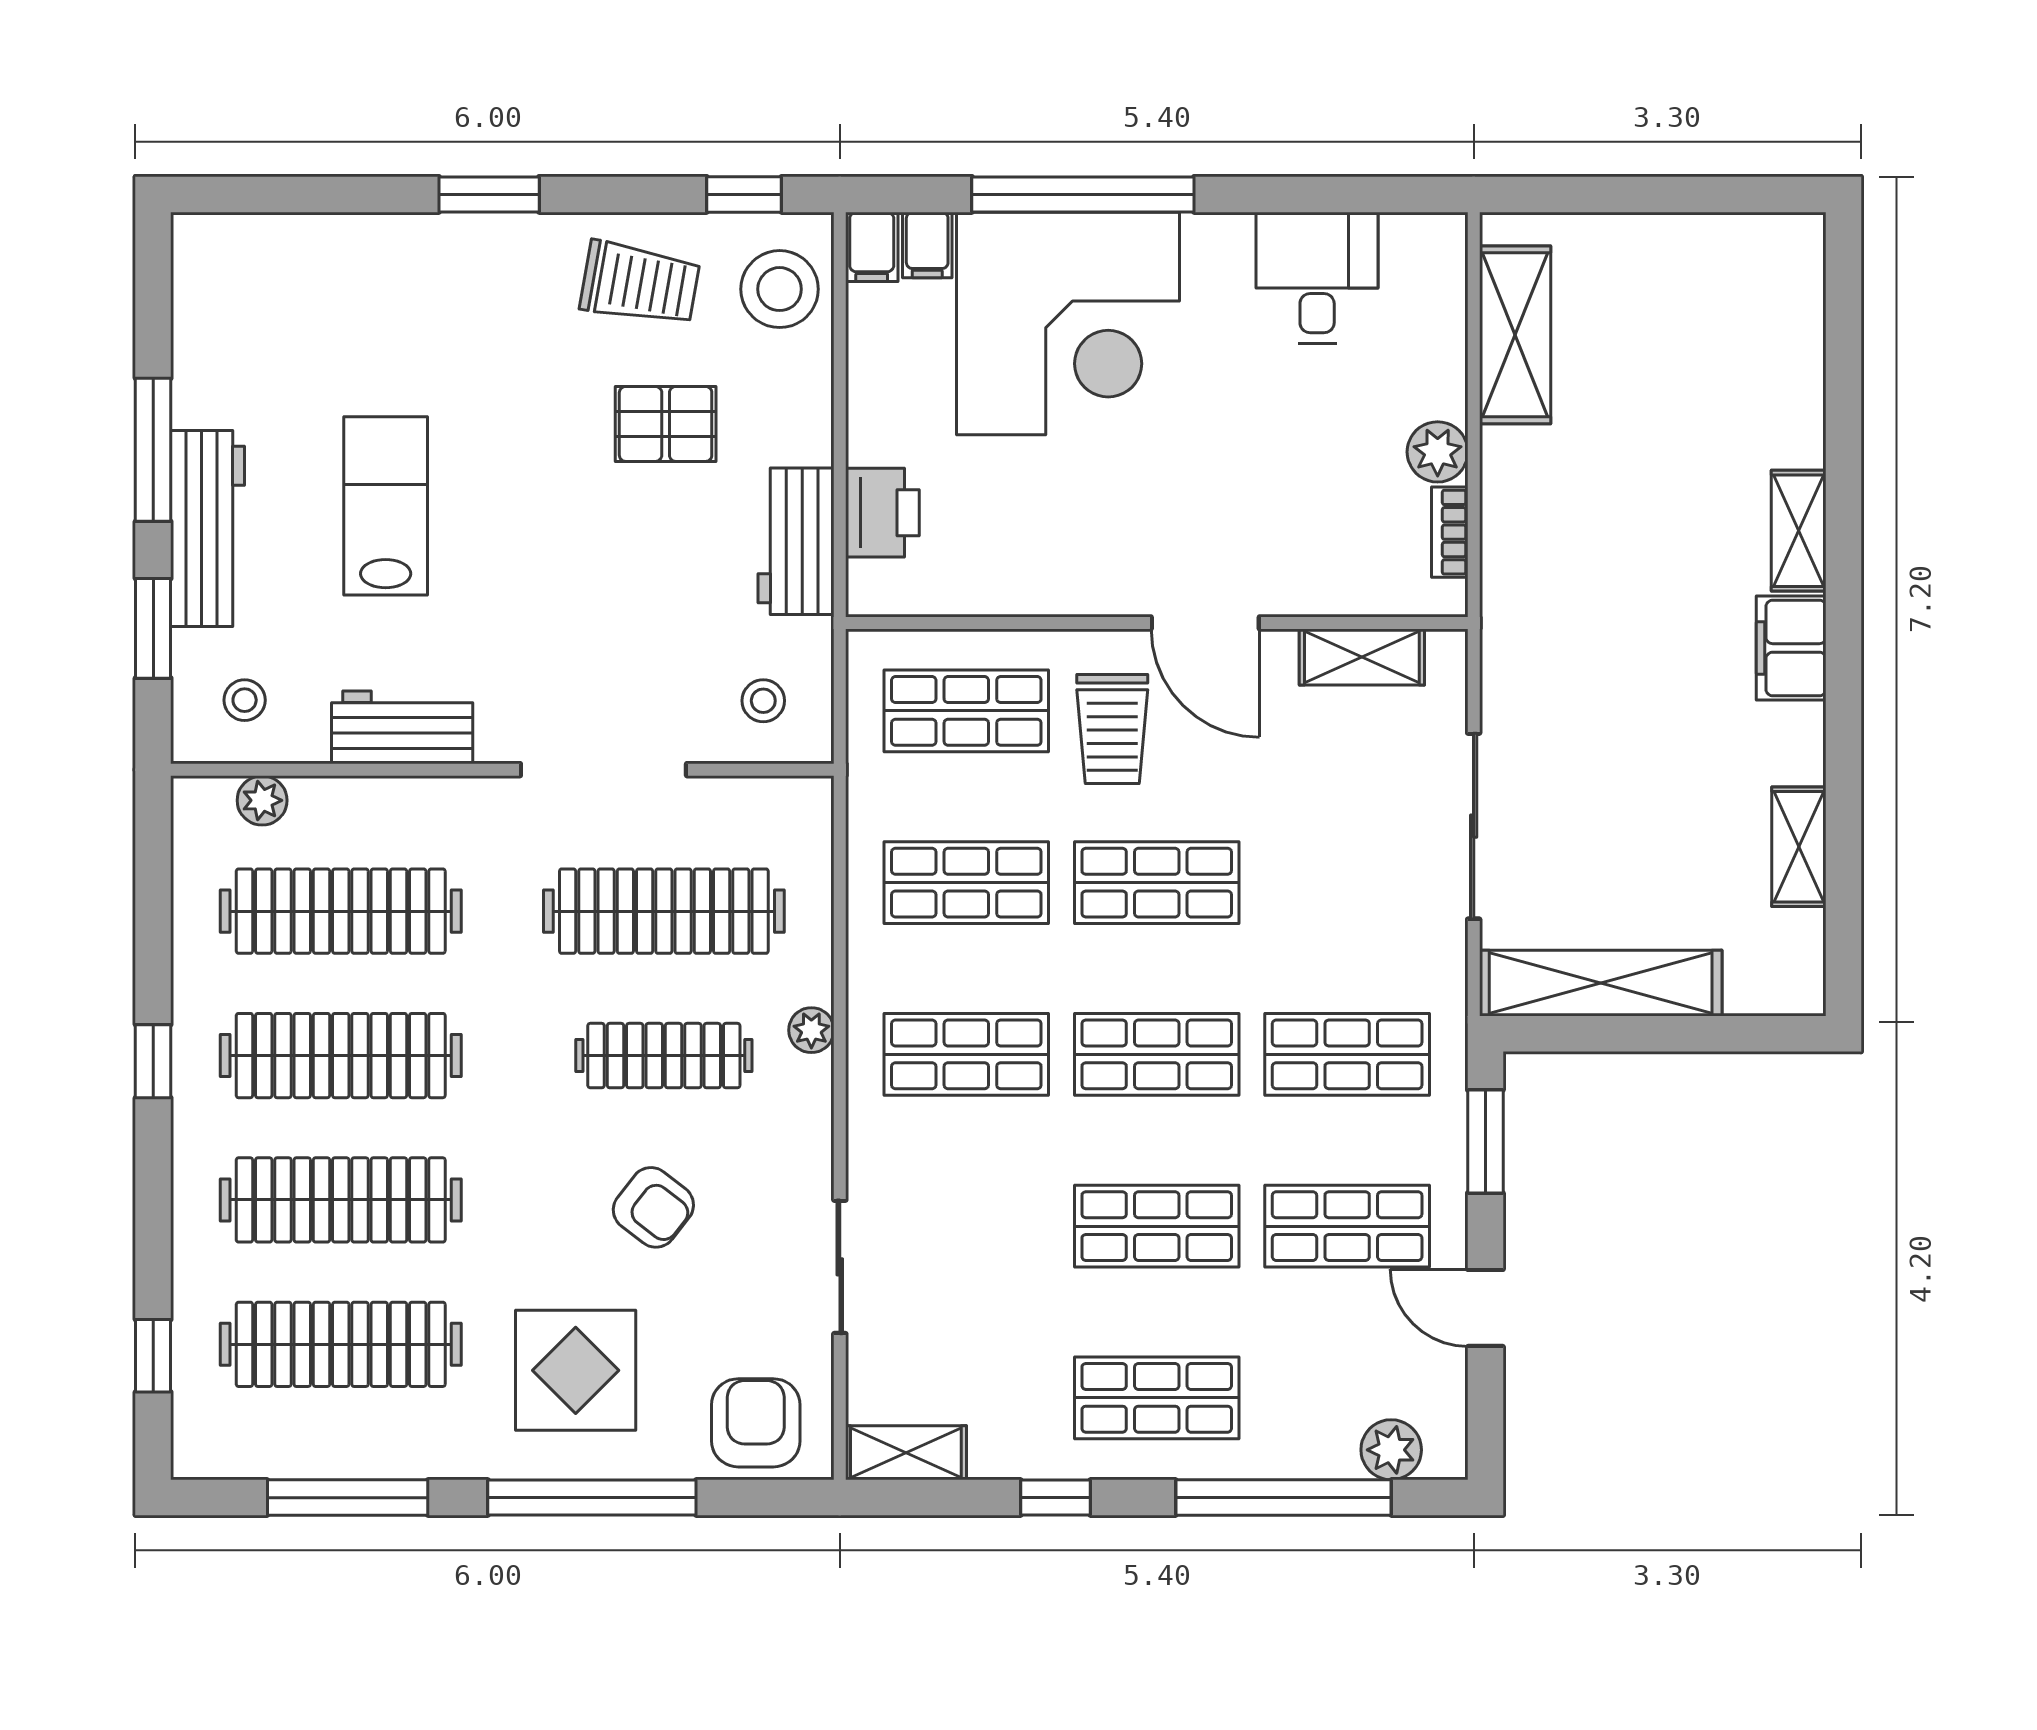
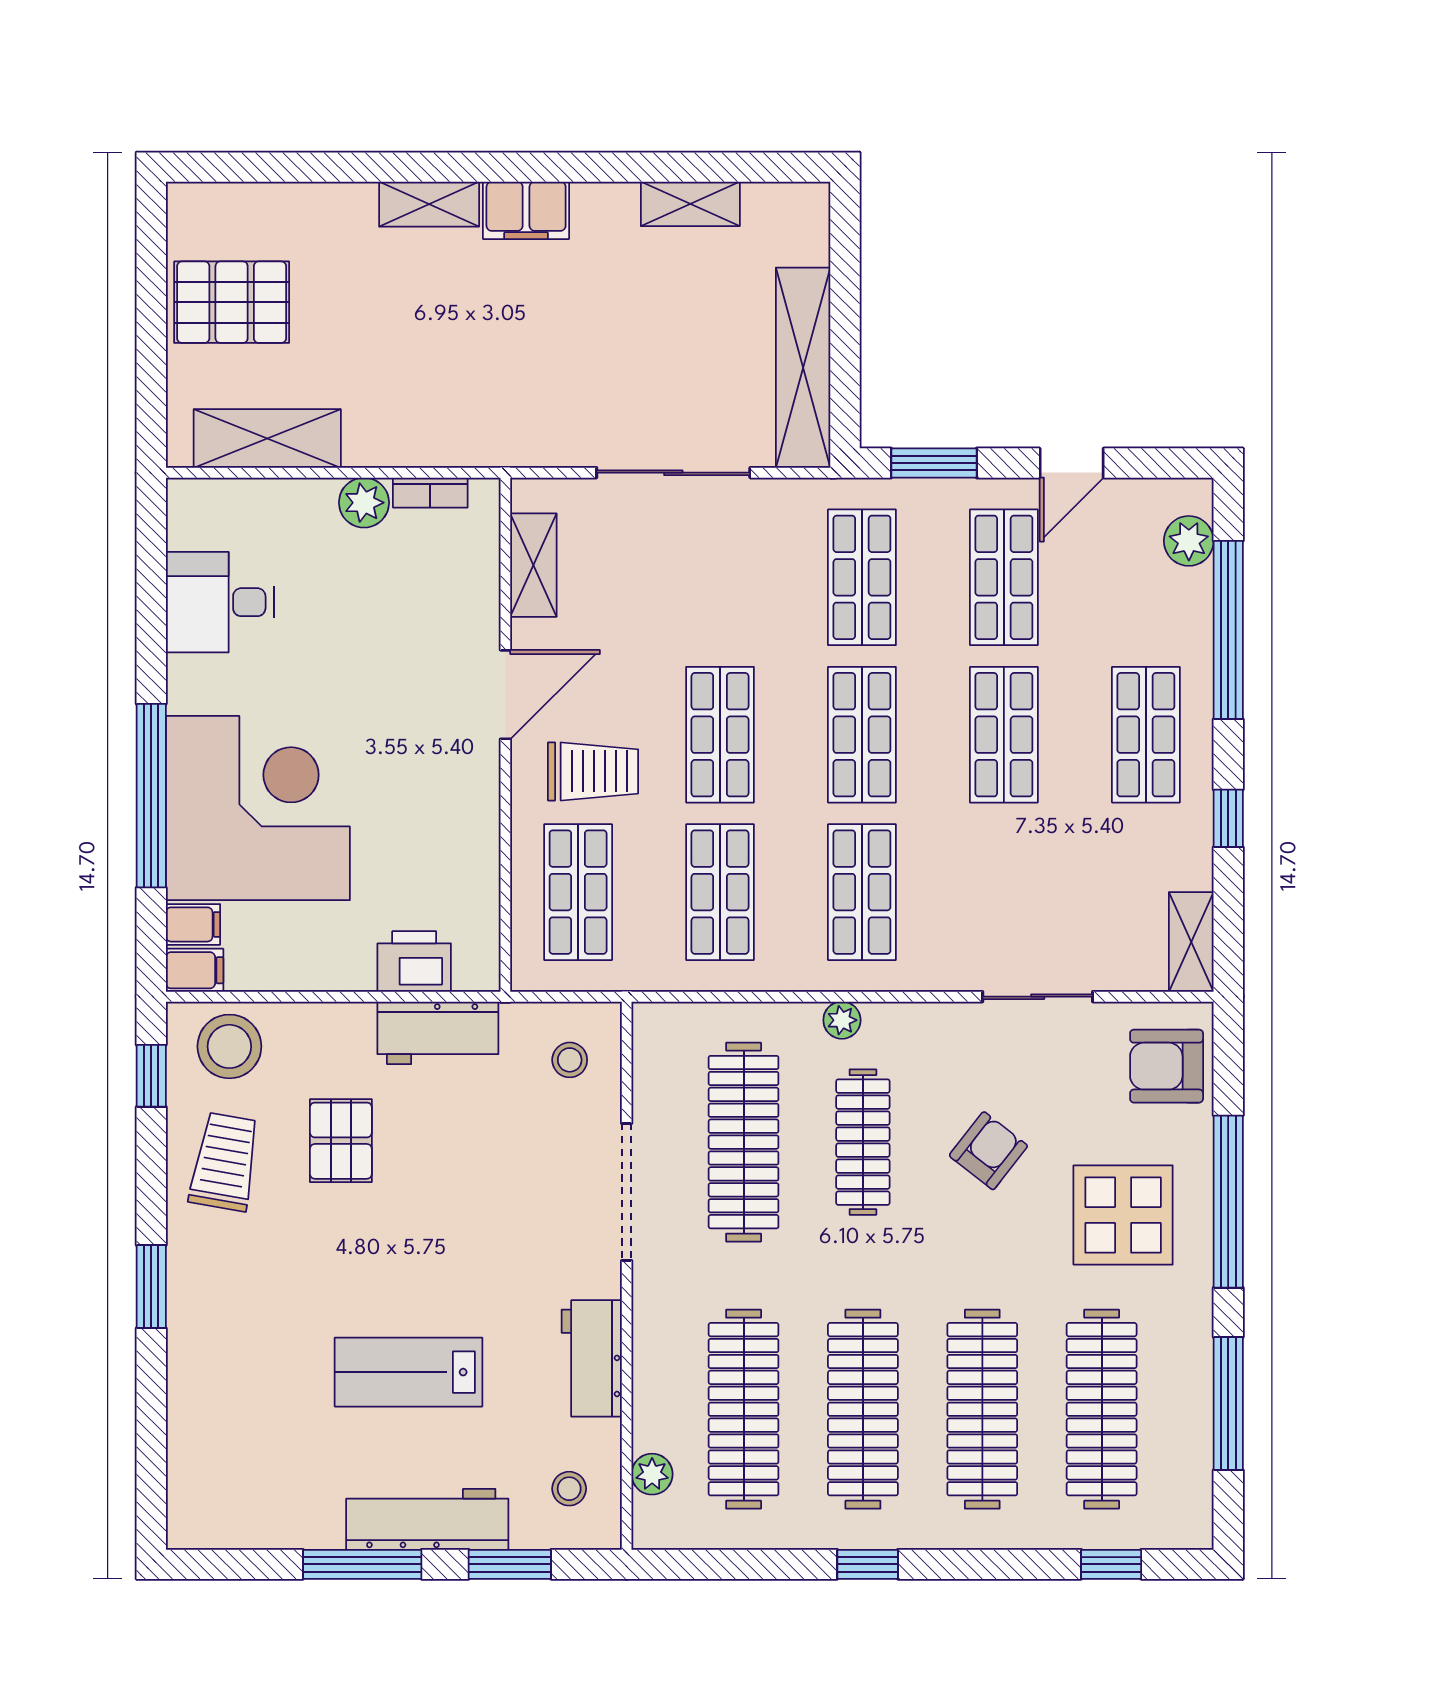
pallet: (1680, 292) -> (232, 302), added

